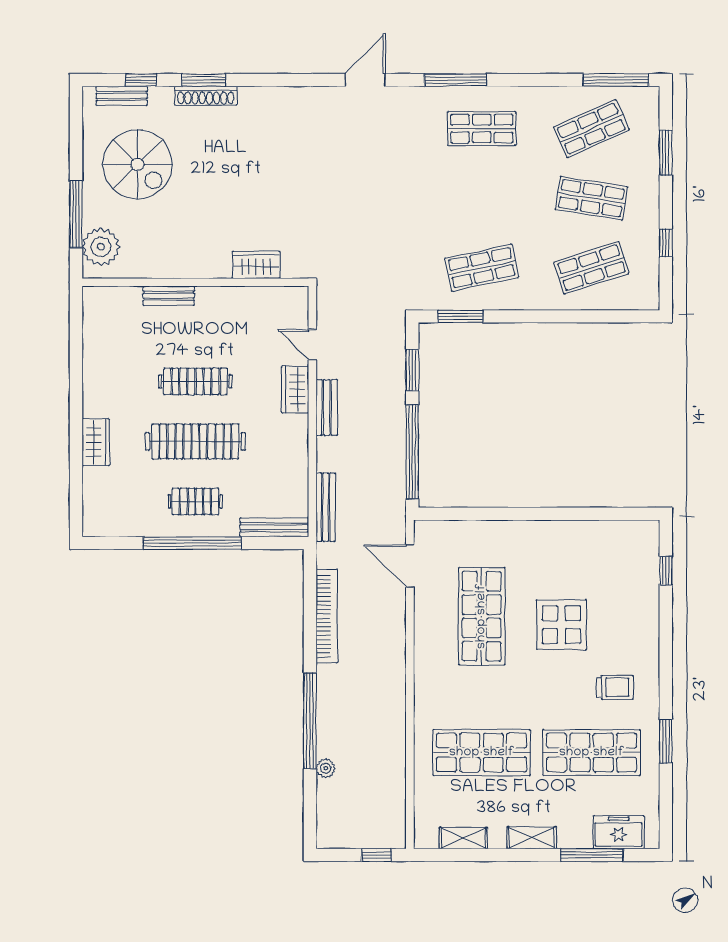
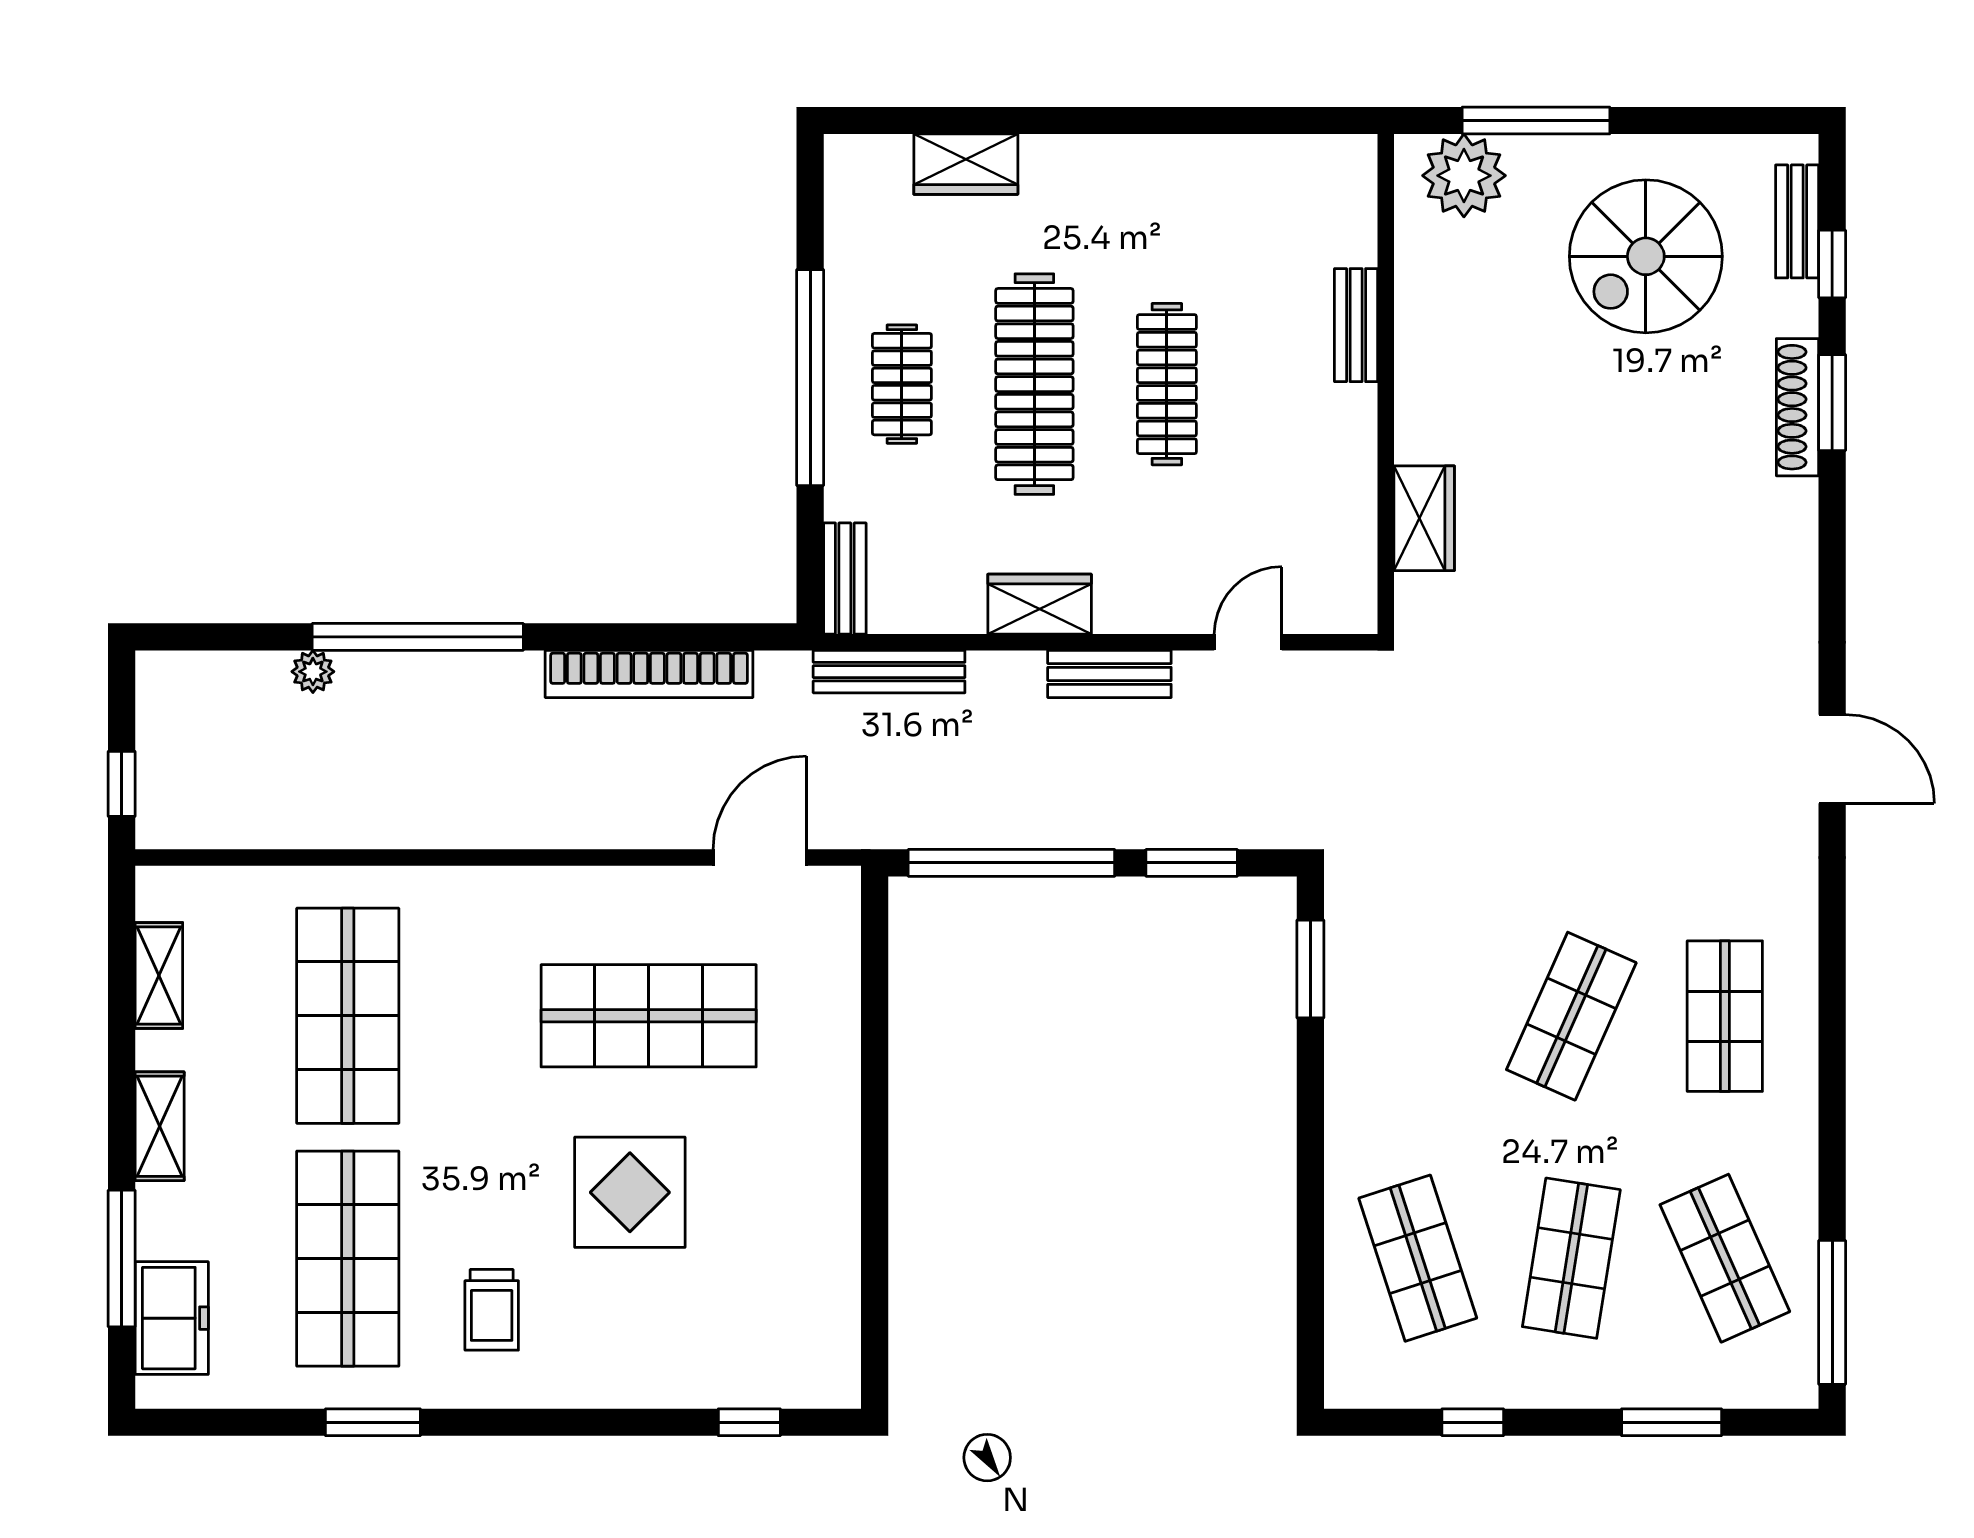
window: (455, 80) -> (1832, 958), removed
shop shelf: (482, 268) -> (1571, 1016), moved, turned 36
wardrobe: (295, 389) -> (1040, 604), moved
wardrobe: (96, 442) -> (966, 164), moved
bench: (274, 527) -> (845, 579), width x0.73

